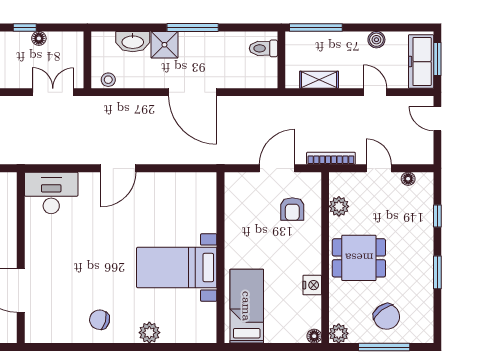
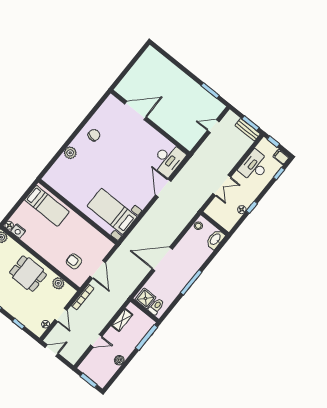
washbasin: (133, 42) -> (215, 239), moved
shower: (164, 45) -> (145, 298), moved
freezer: (421, 62) -> (93, 372), removed
double door: (53, 92) -> (222, 185), moved
door: (437, 119) -> (52, 351), moved
door: (118, 168) -> (163, 188), moved
door: (379, 168) -> (61, 315), hinge flipped
dining table: (359, 258) -> (28, 274), turned 90
bed with nightstands: (177, 268) -> (112, 211), moved, turned -90
nightstand: (312, 285) -> (18, 231), moved

